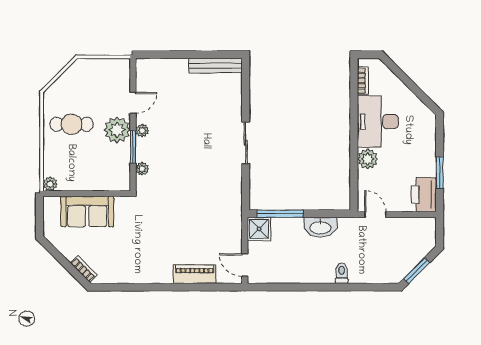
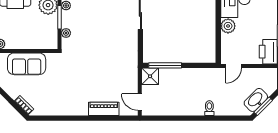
door: (375, 215) -> (234, 66), swing flipped
washbasin: (321, 227) -> (256, 100), moved, turned 135

